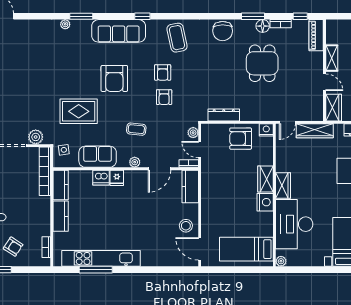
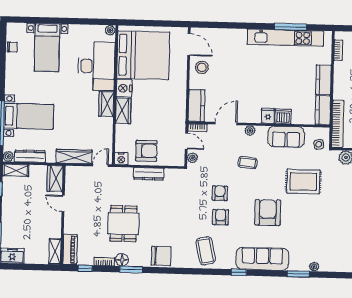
chair: (223, 31) -> (161, 256), turned 91
shelving: (332, 58) -> (55, 252), moved
dresser: (224, 115) -> (149, 174), moved
bed: (246, 249) -> (143, 55), width x2.04

